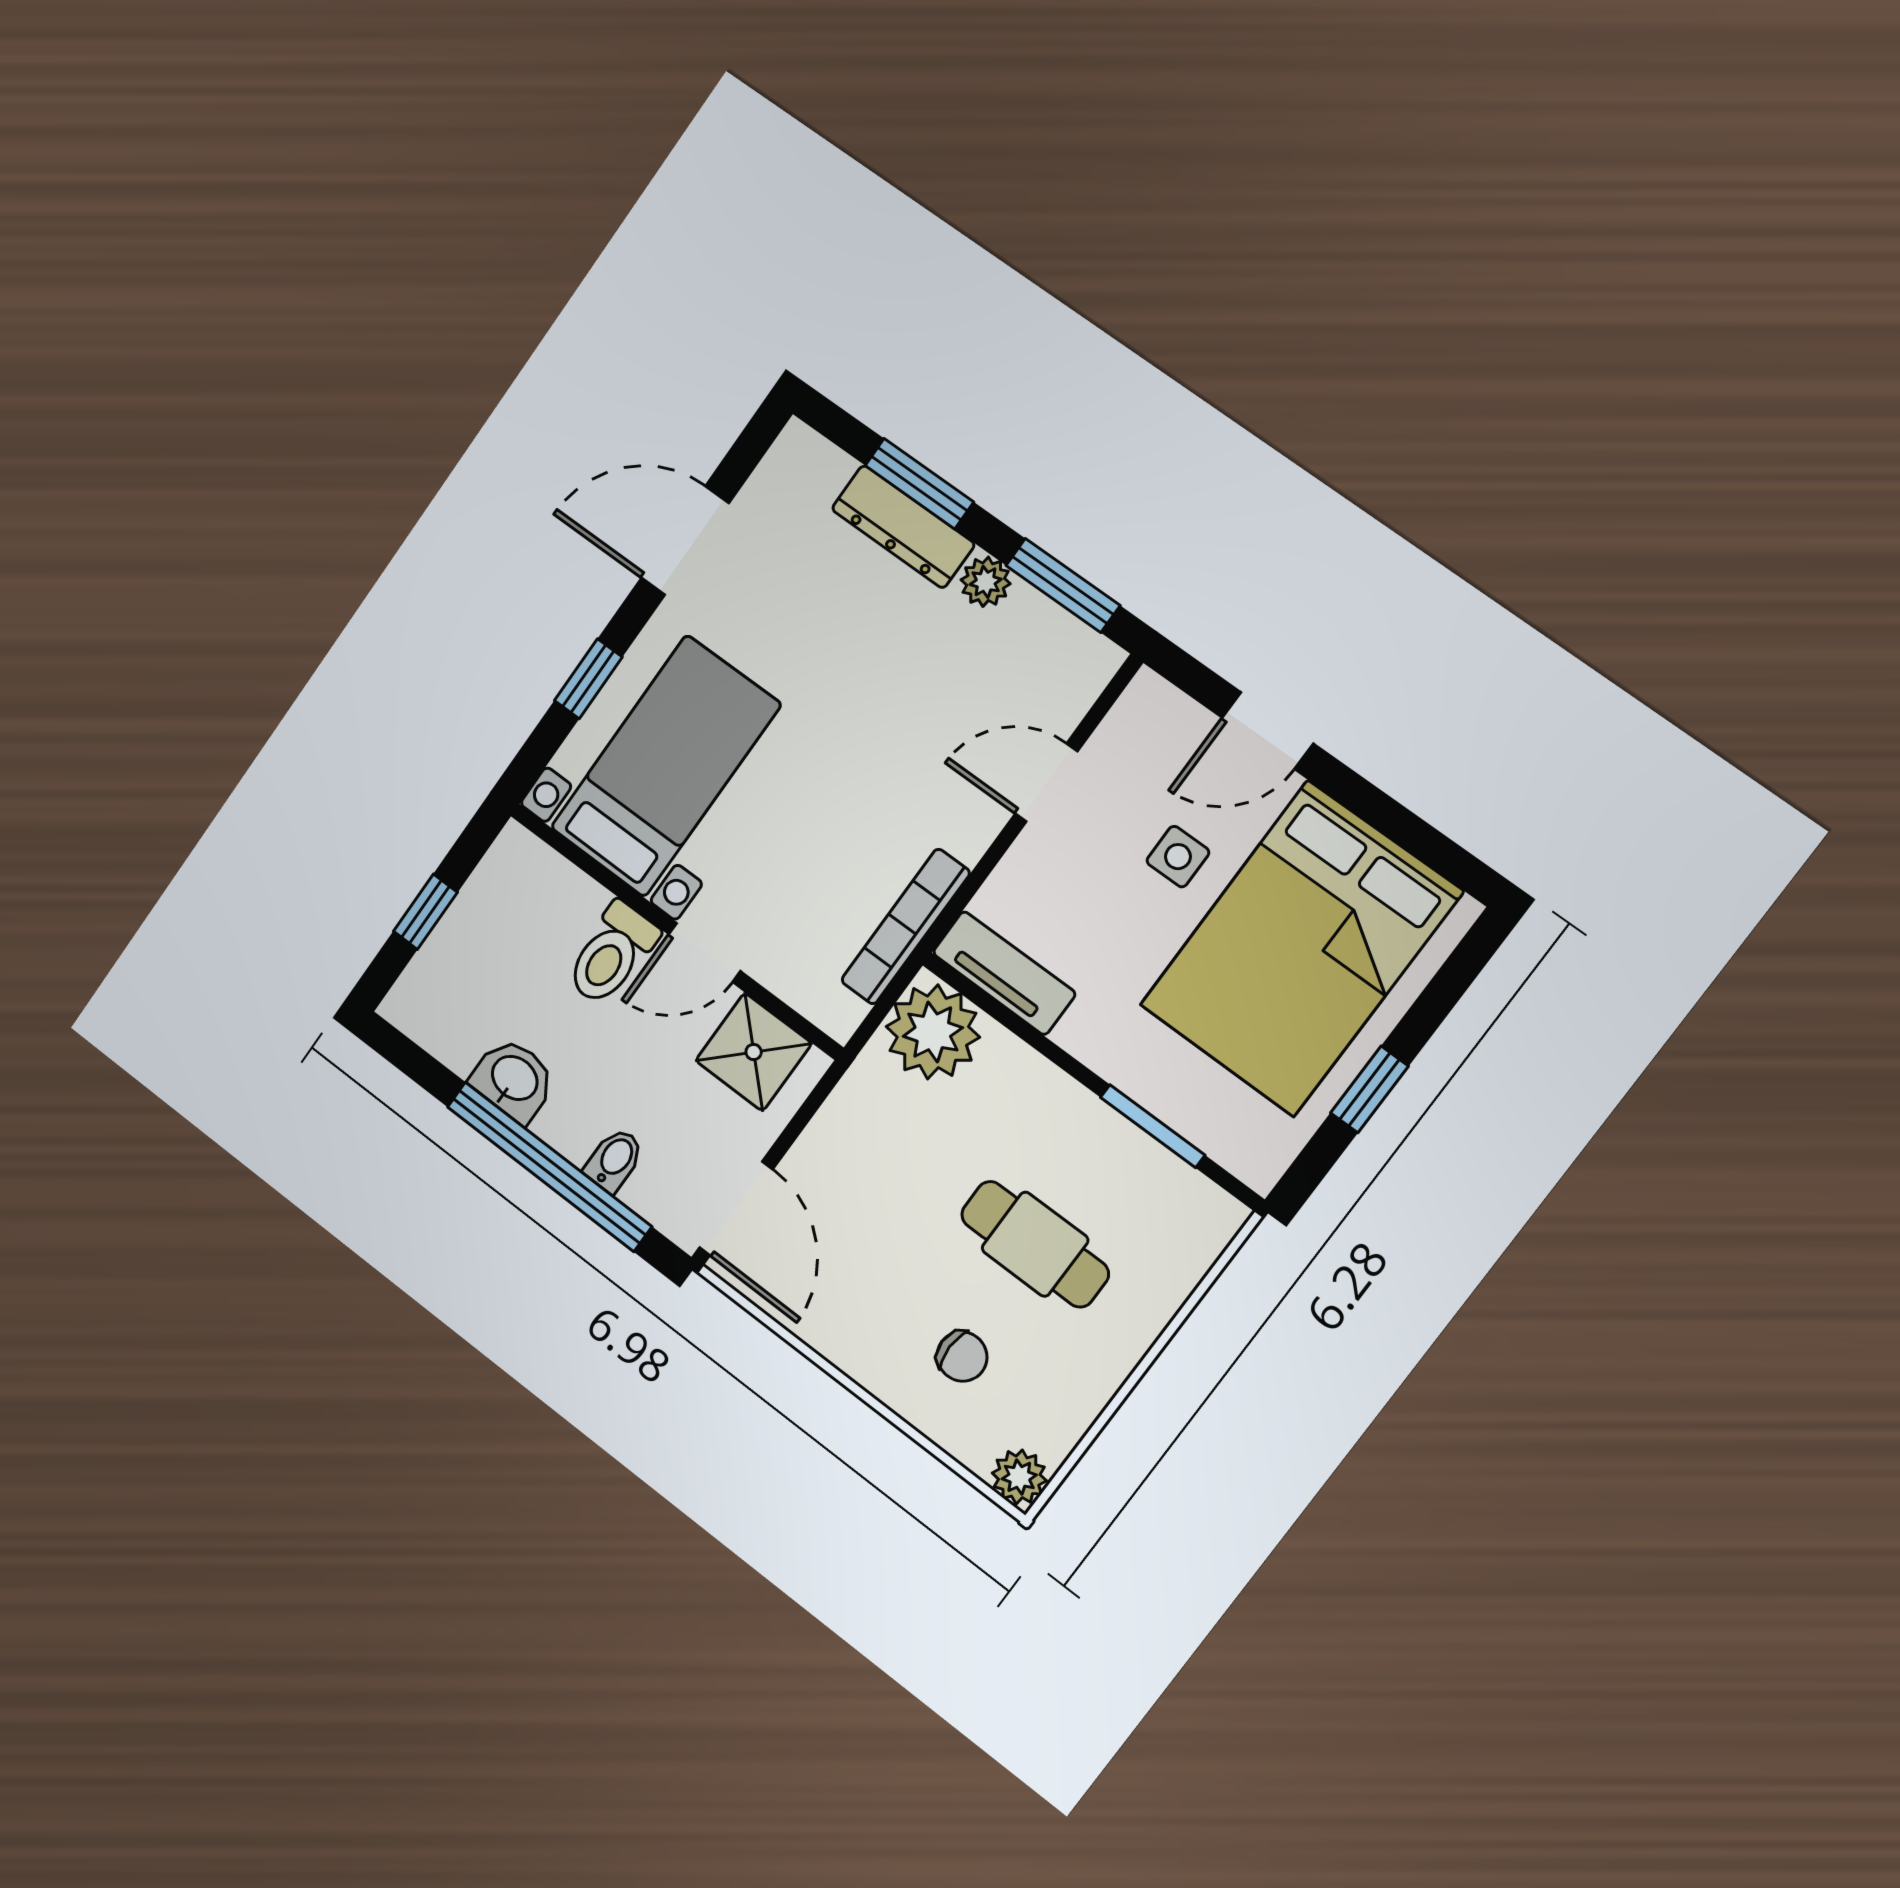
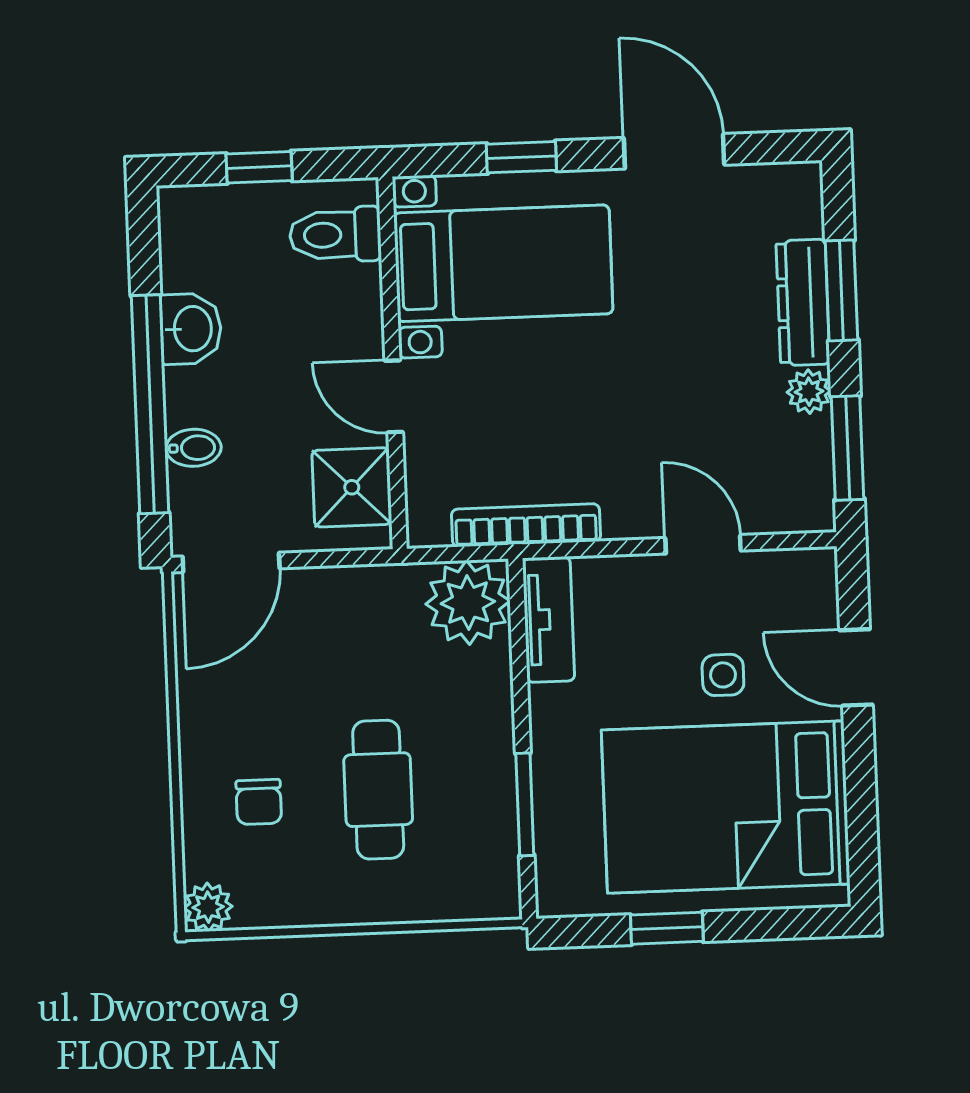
toilet: (612, 954) -> (335, 235), moved

